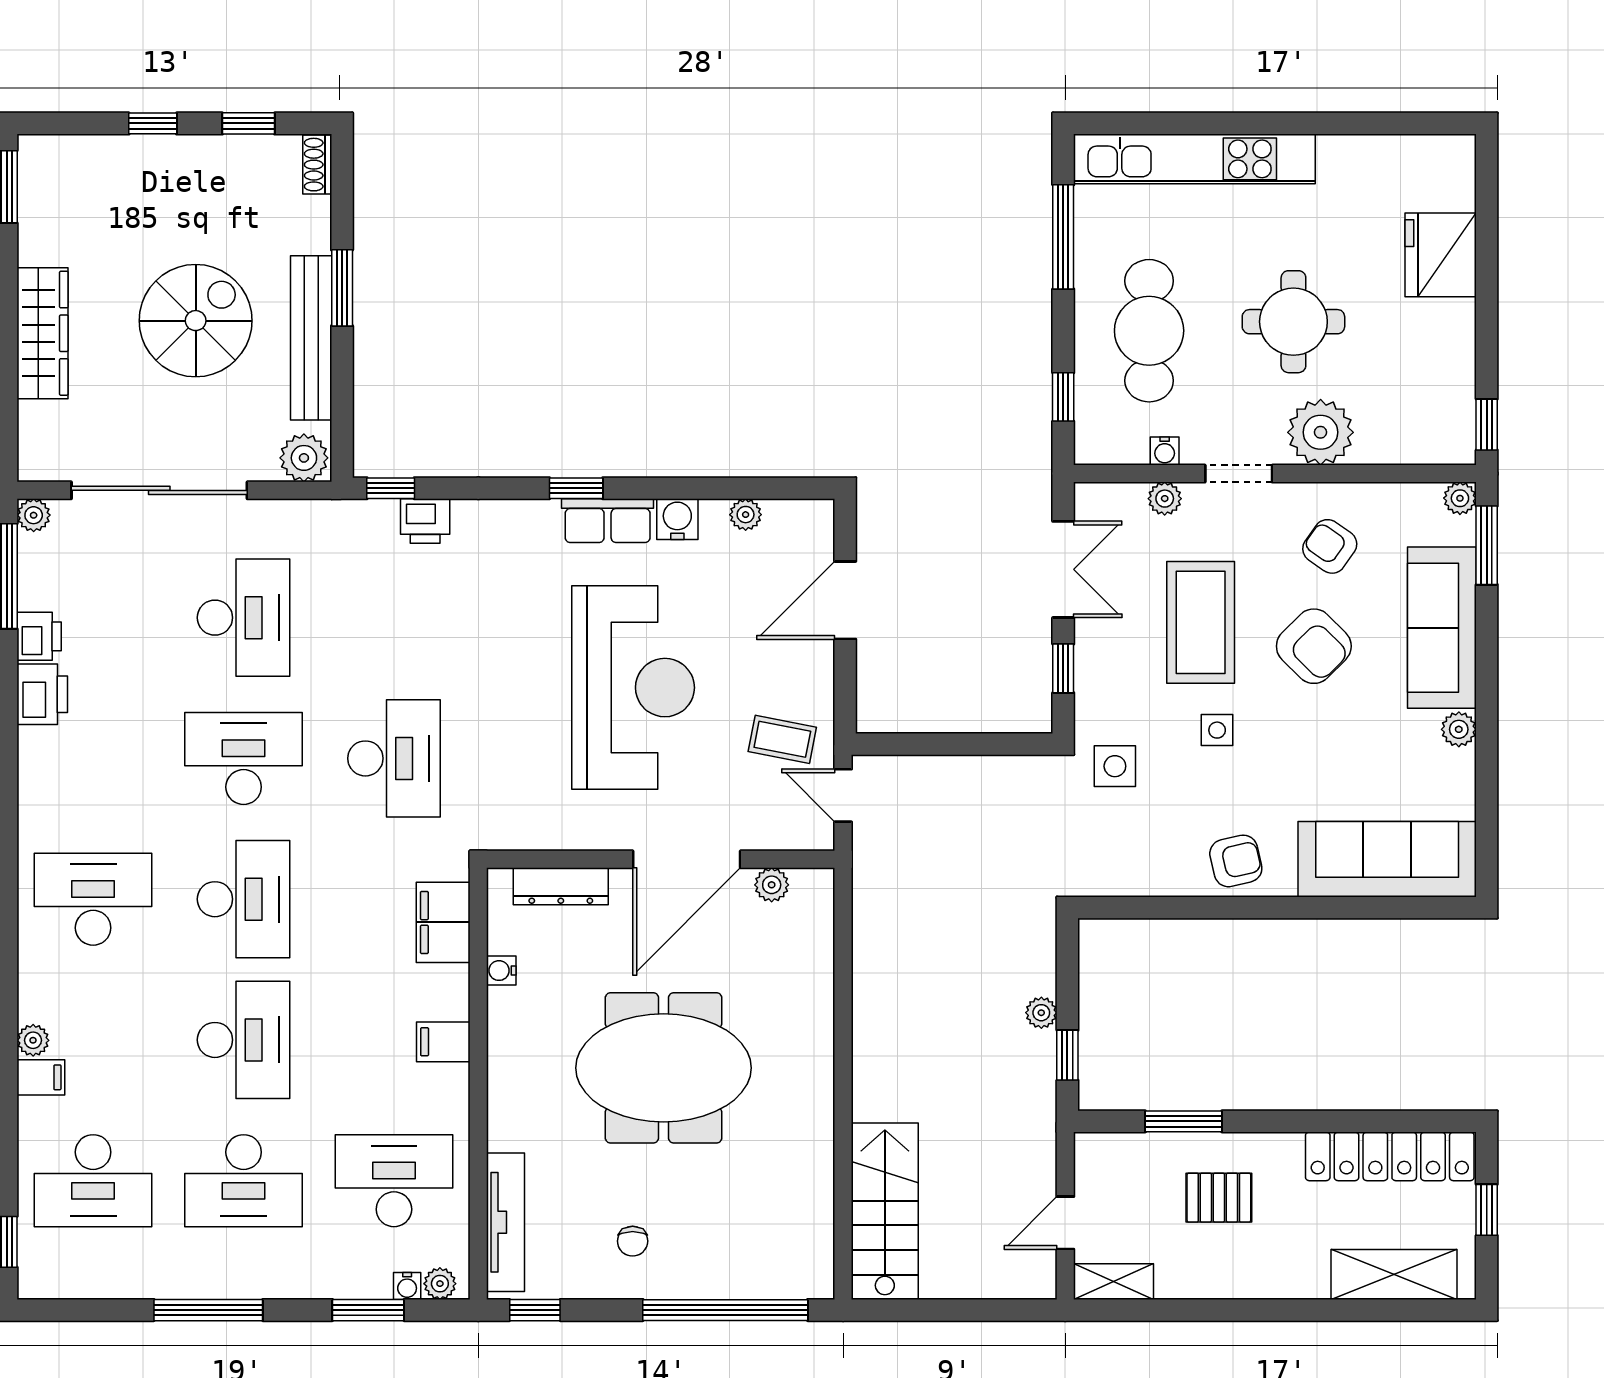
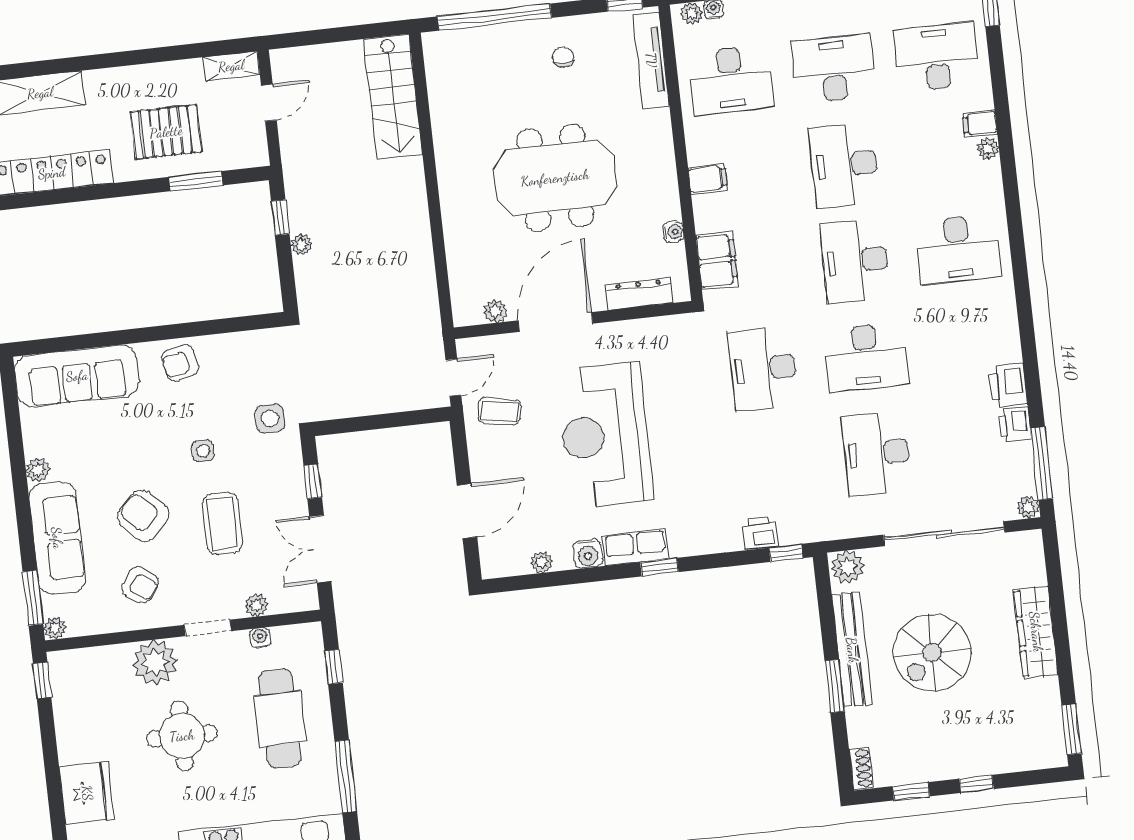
coffee table: (1201, 622) -> (222, 523), width x0.73, depth x0.76
door: (843, 795) -> (453, 378), hinge flipped
pallet: (1219, 1198) -> (166, 132), width x1.50, depth x1.42

